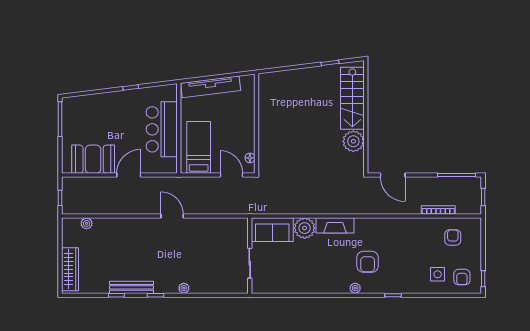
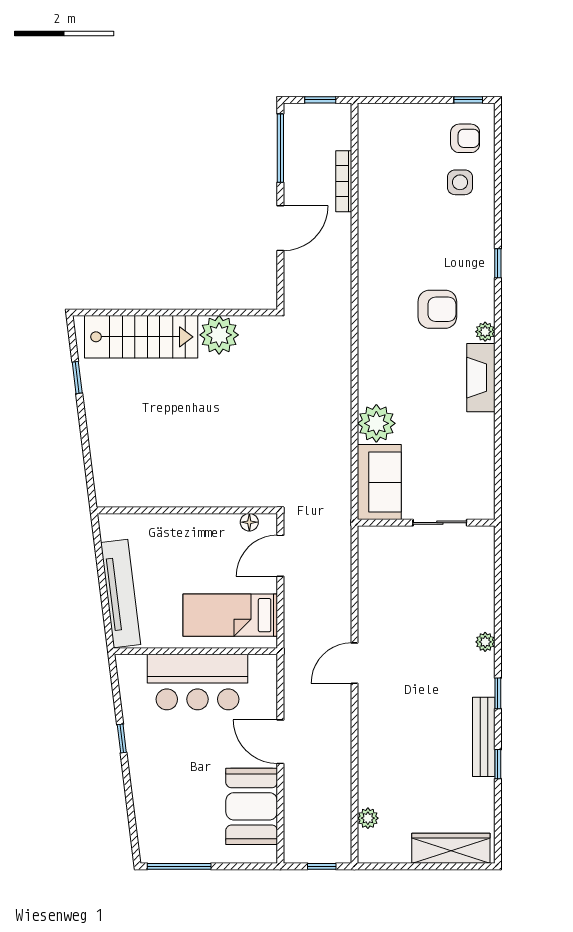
door: (393, 175) -> (280, 228), moved
fireplace: (335, 225) -> (481, 378), moved, turned 180
armchair: (453, 237) -> (393, 155), removed

